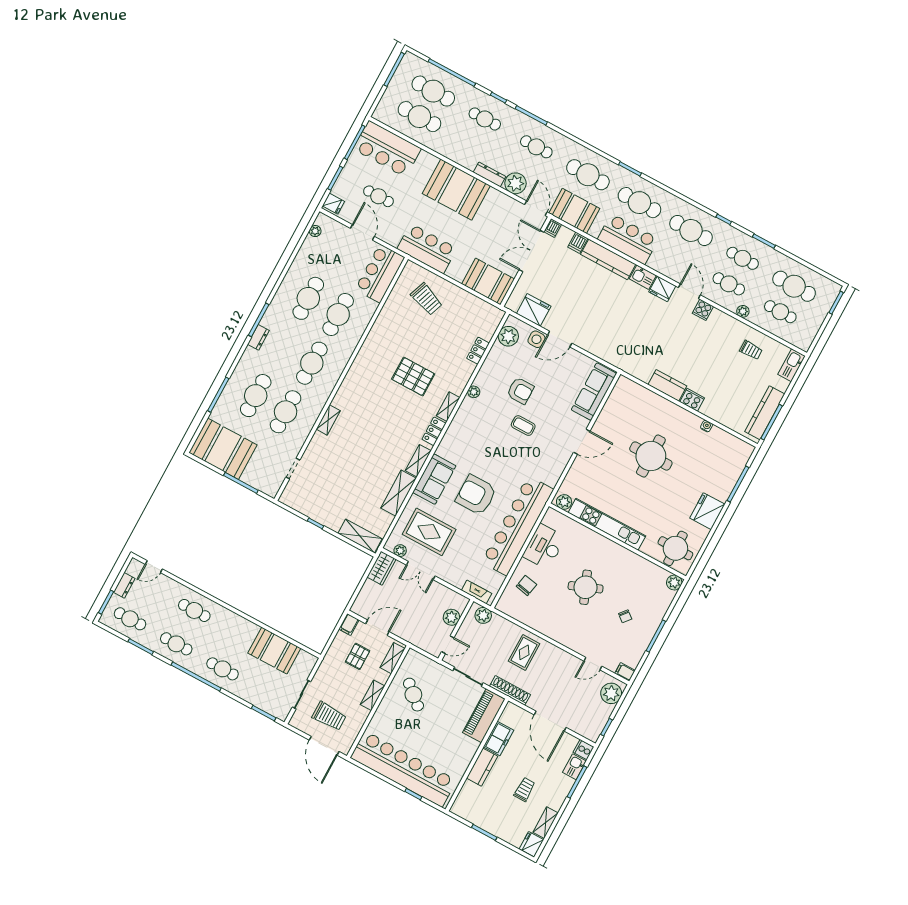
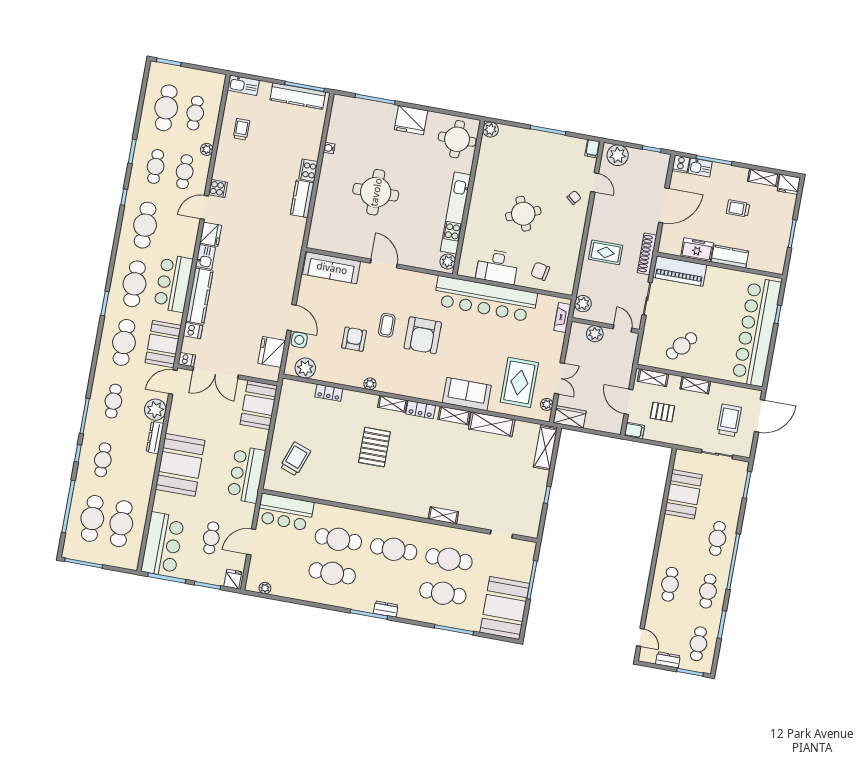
armchair: (476, 495) -> (423, 335), moved
chair: (625, 616) -> (574, 198), moved

